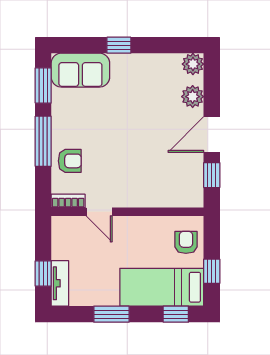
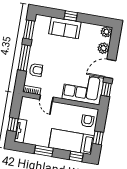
sofa: (80, 70) -> (65, 28), moved
corner sofa: (166, 181) -> (83, 89), added

